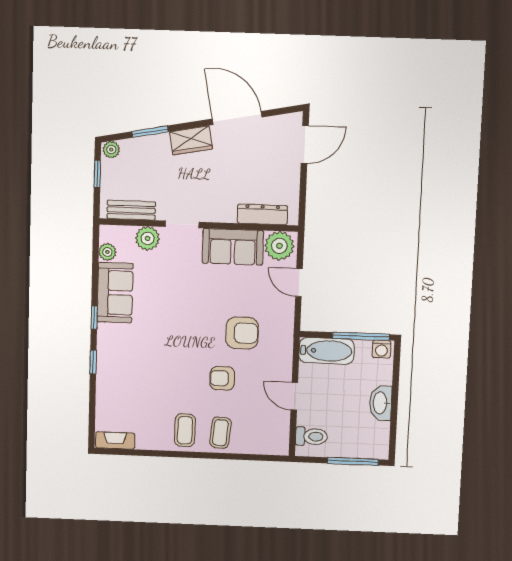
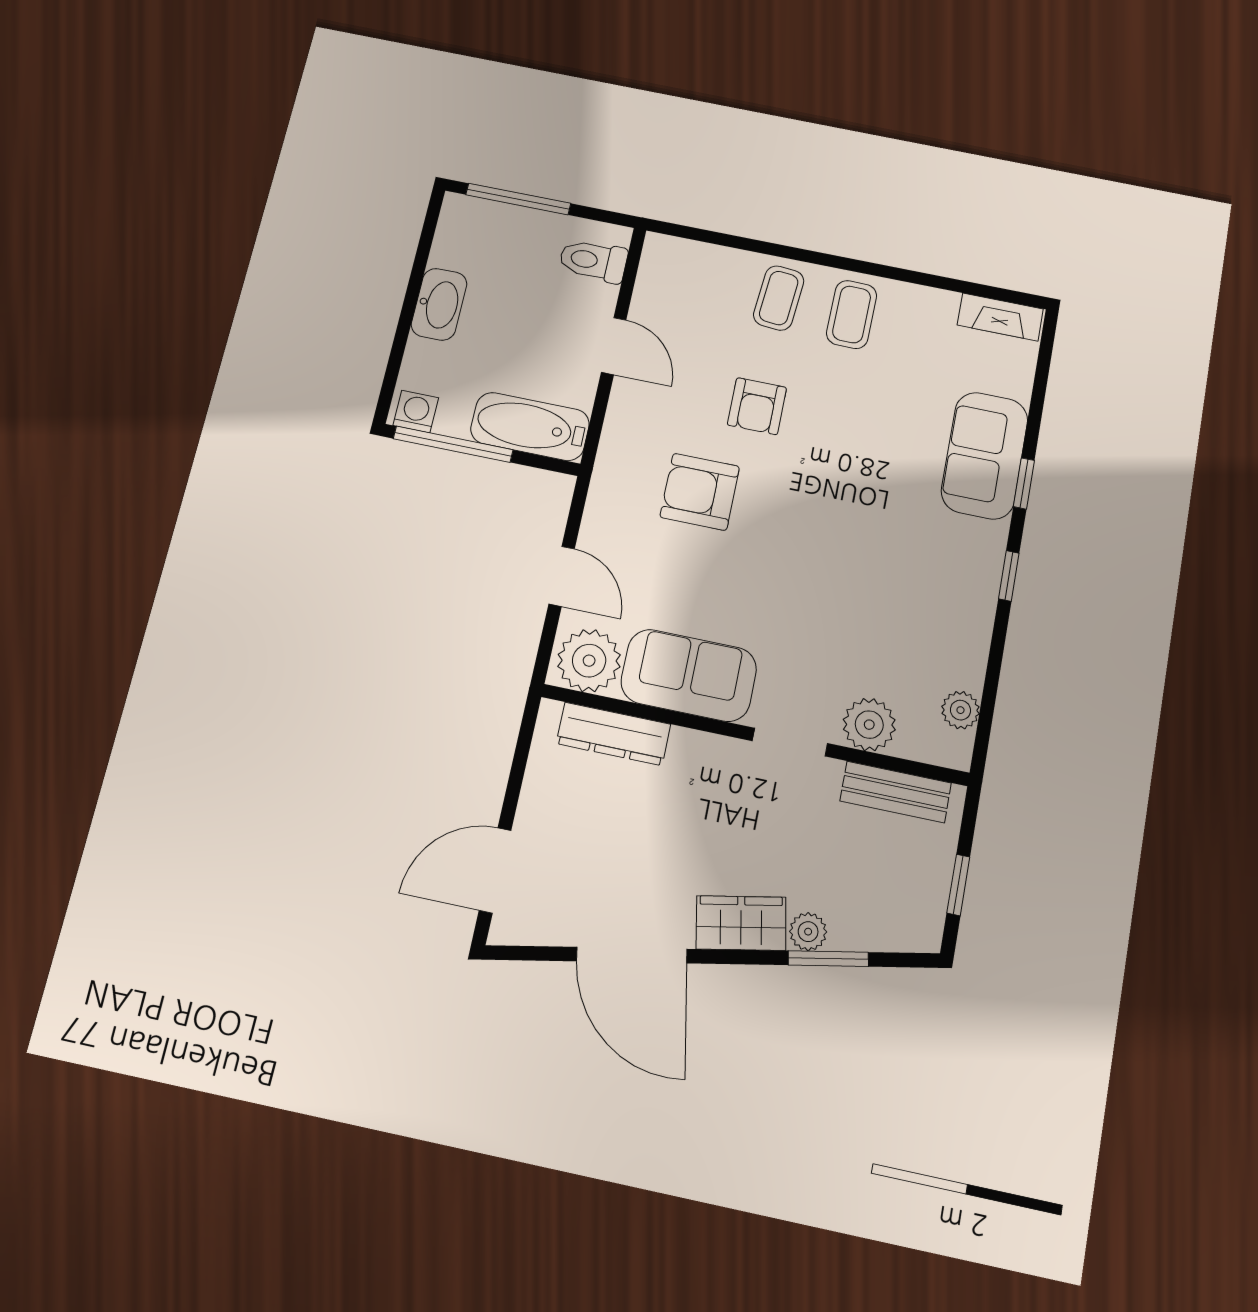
plant: (111, 150) -> (808, 932), moved
sofa: (115, 293) -> (985, 455), moved
armchair: (222, 378) -> (757, 406), turned 90

